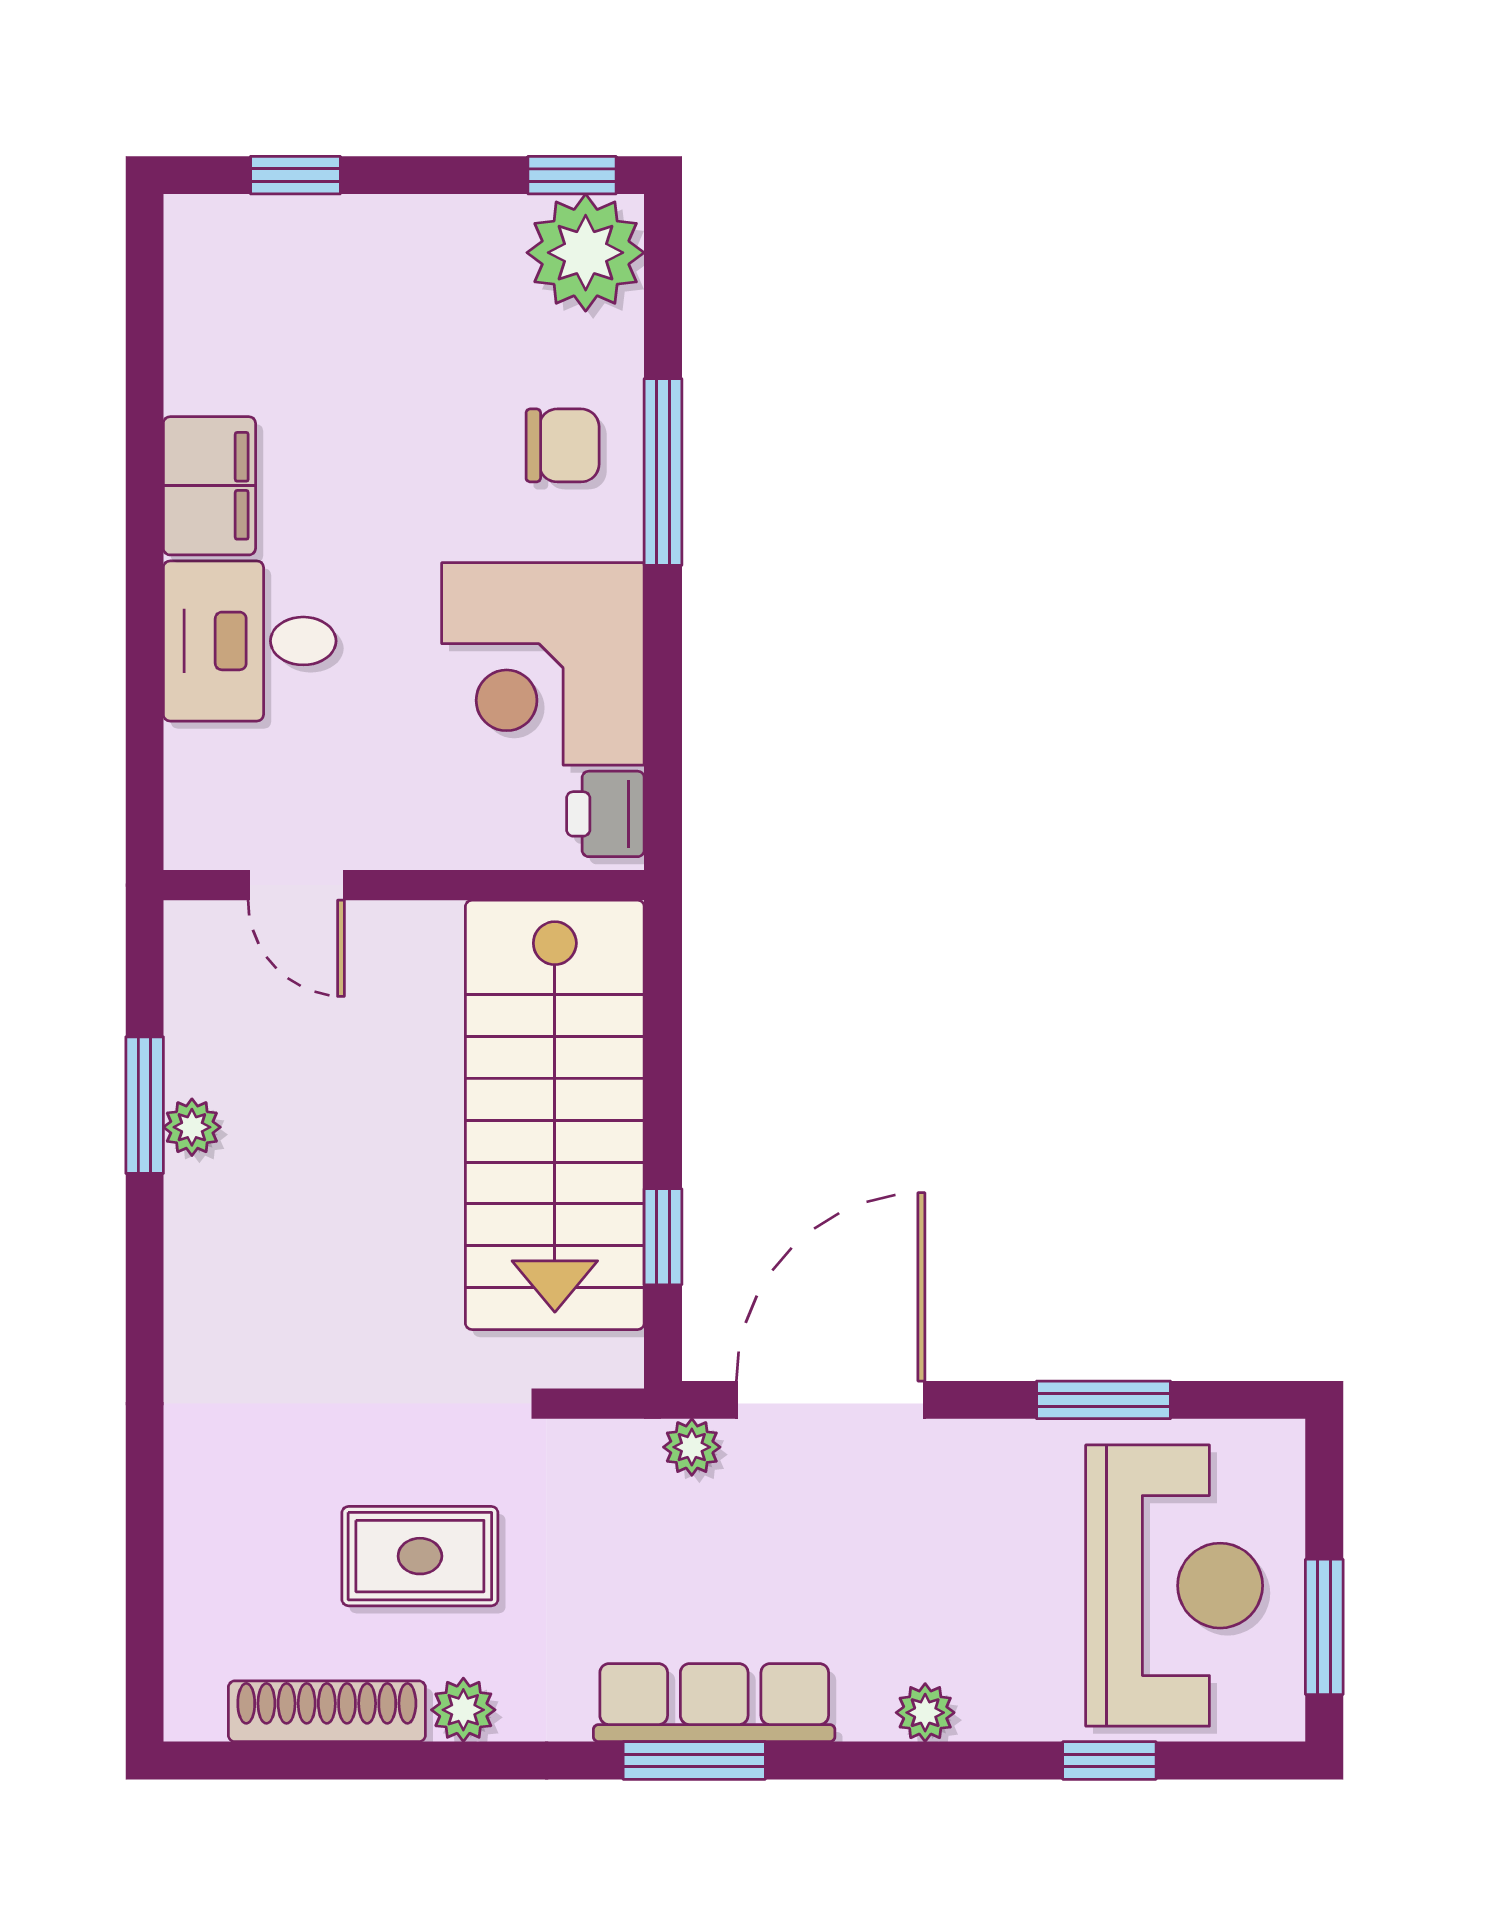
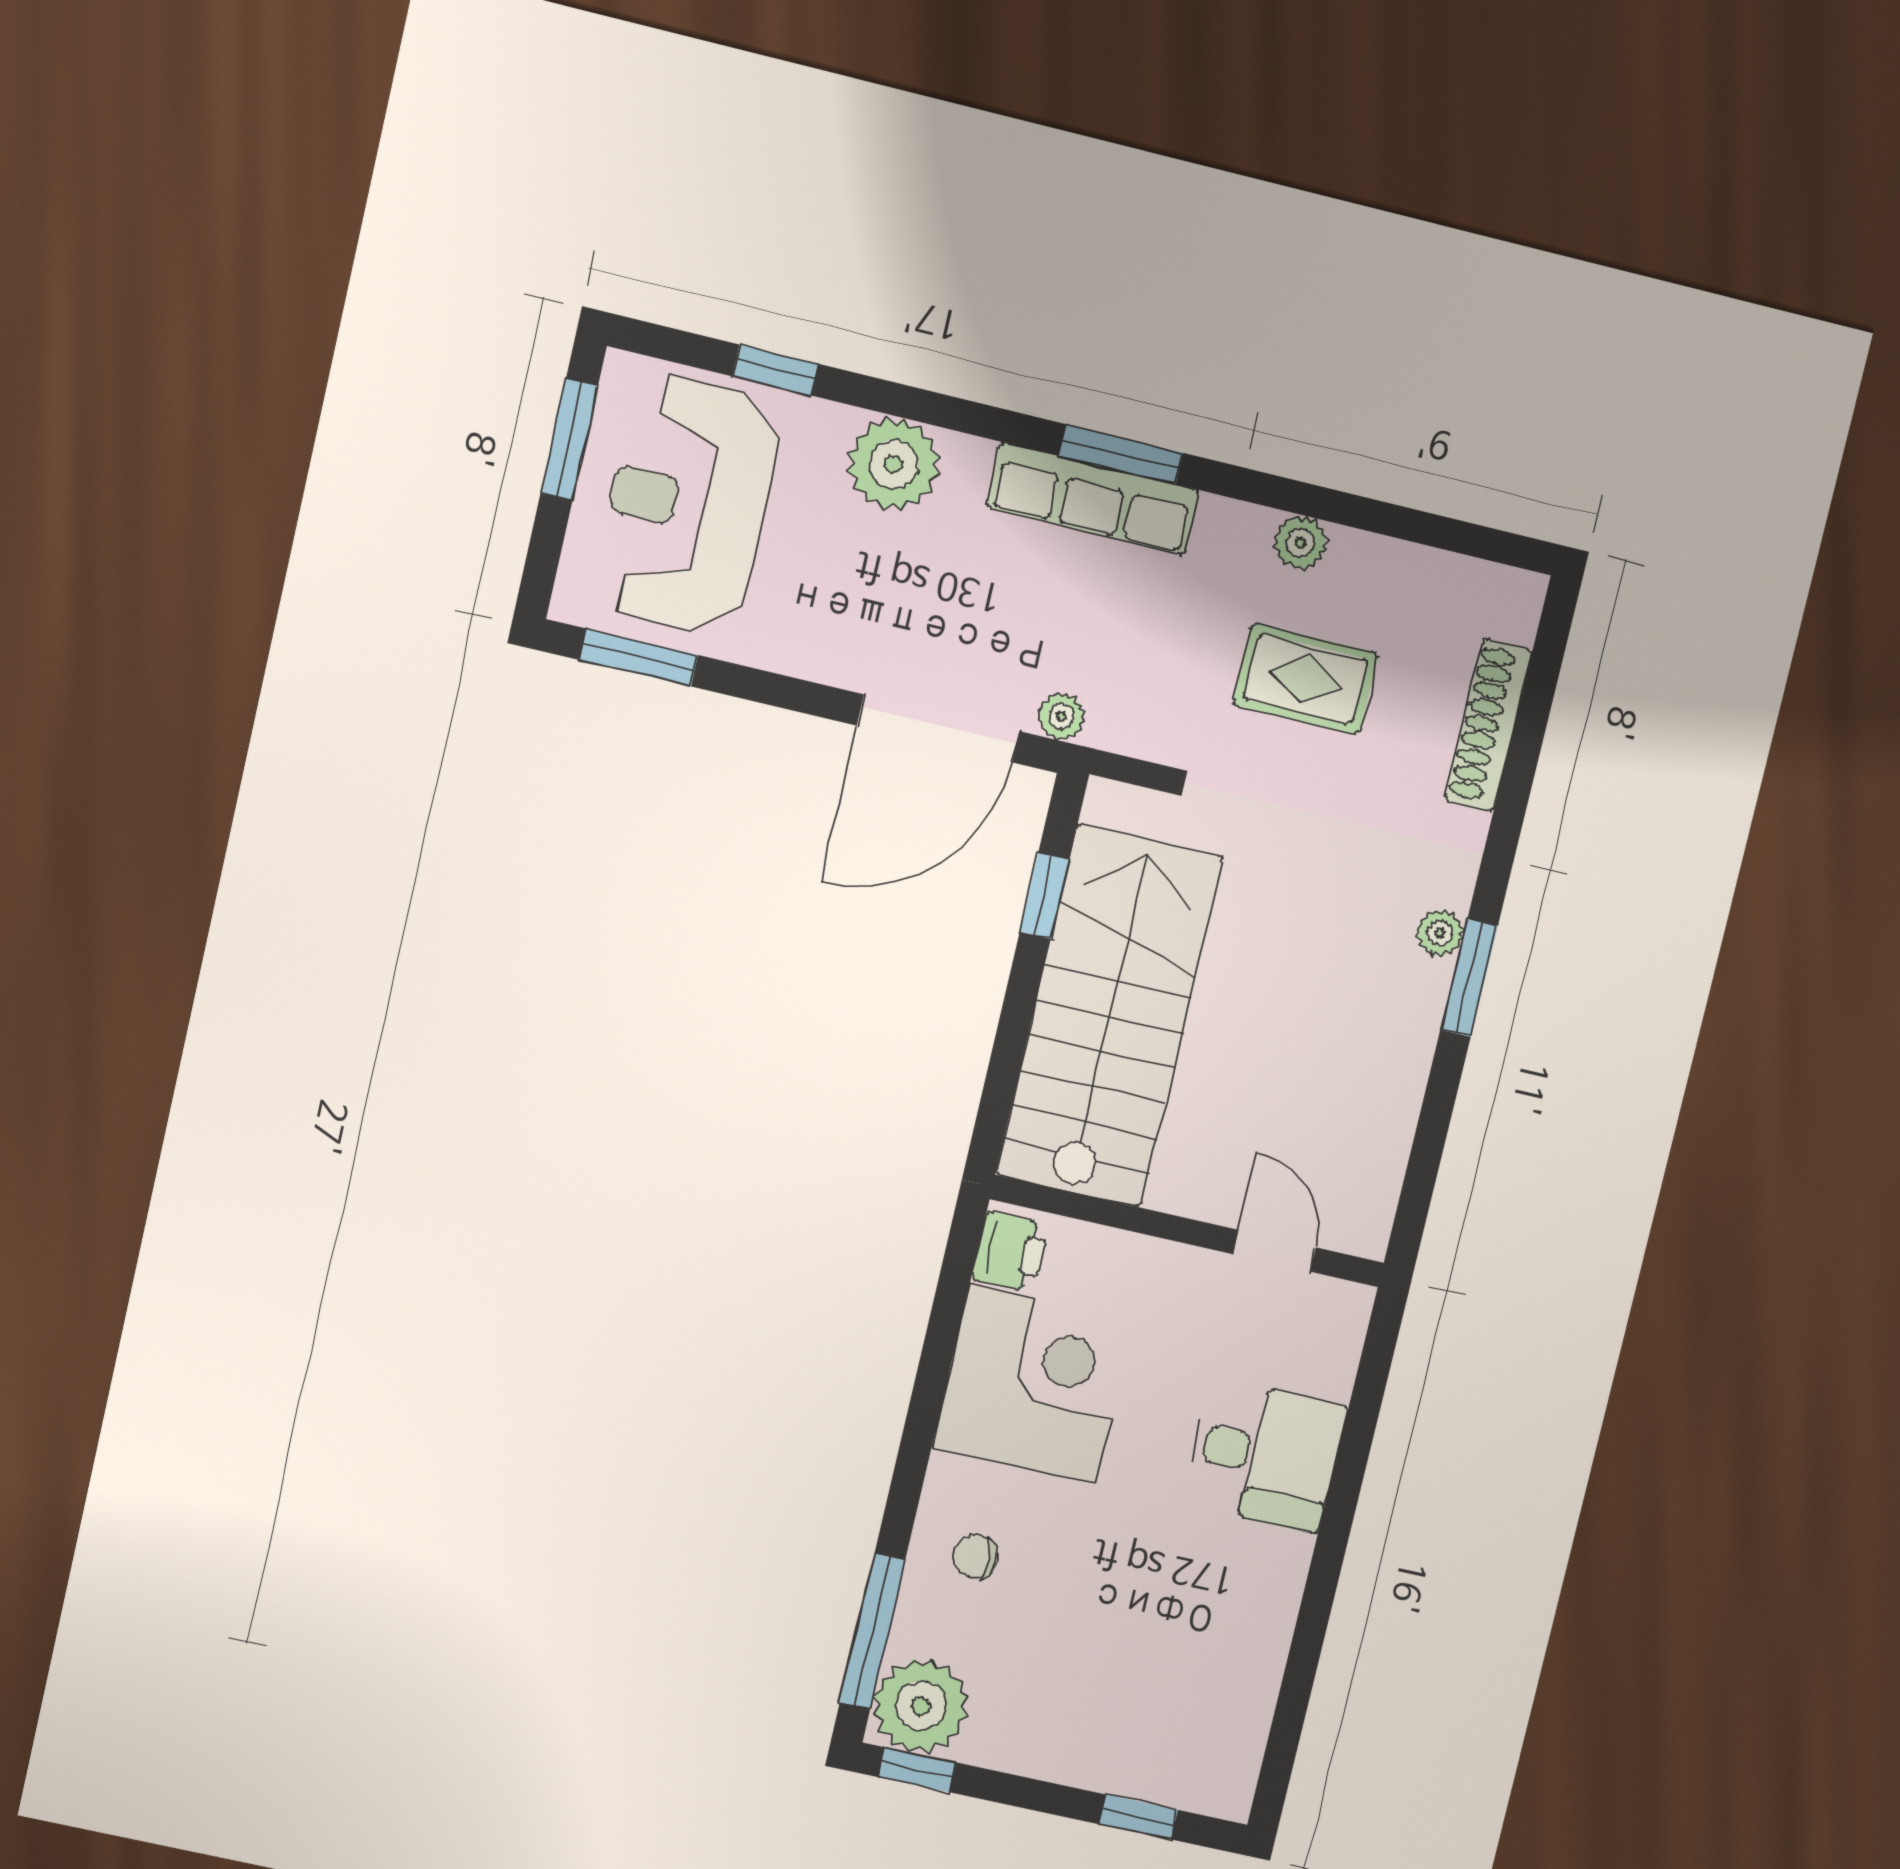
chair: (563, 445) -> (975, 1556), width x0.73, depth x0.73
window: (663, 472) -> (872, 1631), moved
filing cabinet: (209, 486) -> (1267, 1586), removed
window: (145, 1105) -> (1469, 978), moved
plant: (192, 1127) -> (1440, 933), moved
window: (1104, 1400) -> (638, 657), moved
shoe rack: (327, 1711) -> (1488, 725), moved, turned 90
plant: (925, 1713) -> (894, 464), width x1.87, depth x1.87

